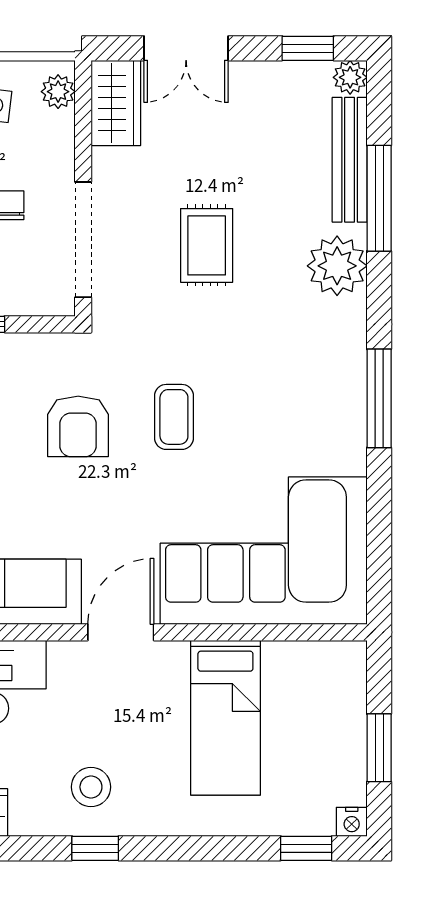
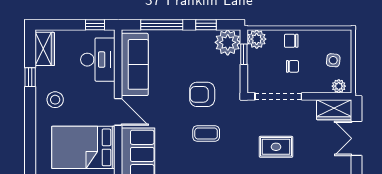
bed: (225, 718) -> (83, 147), width x1.50
window: (95, 848) -> (30, 77), moved

